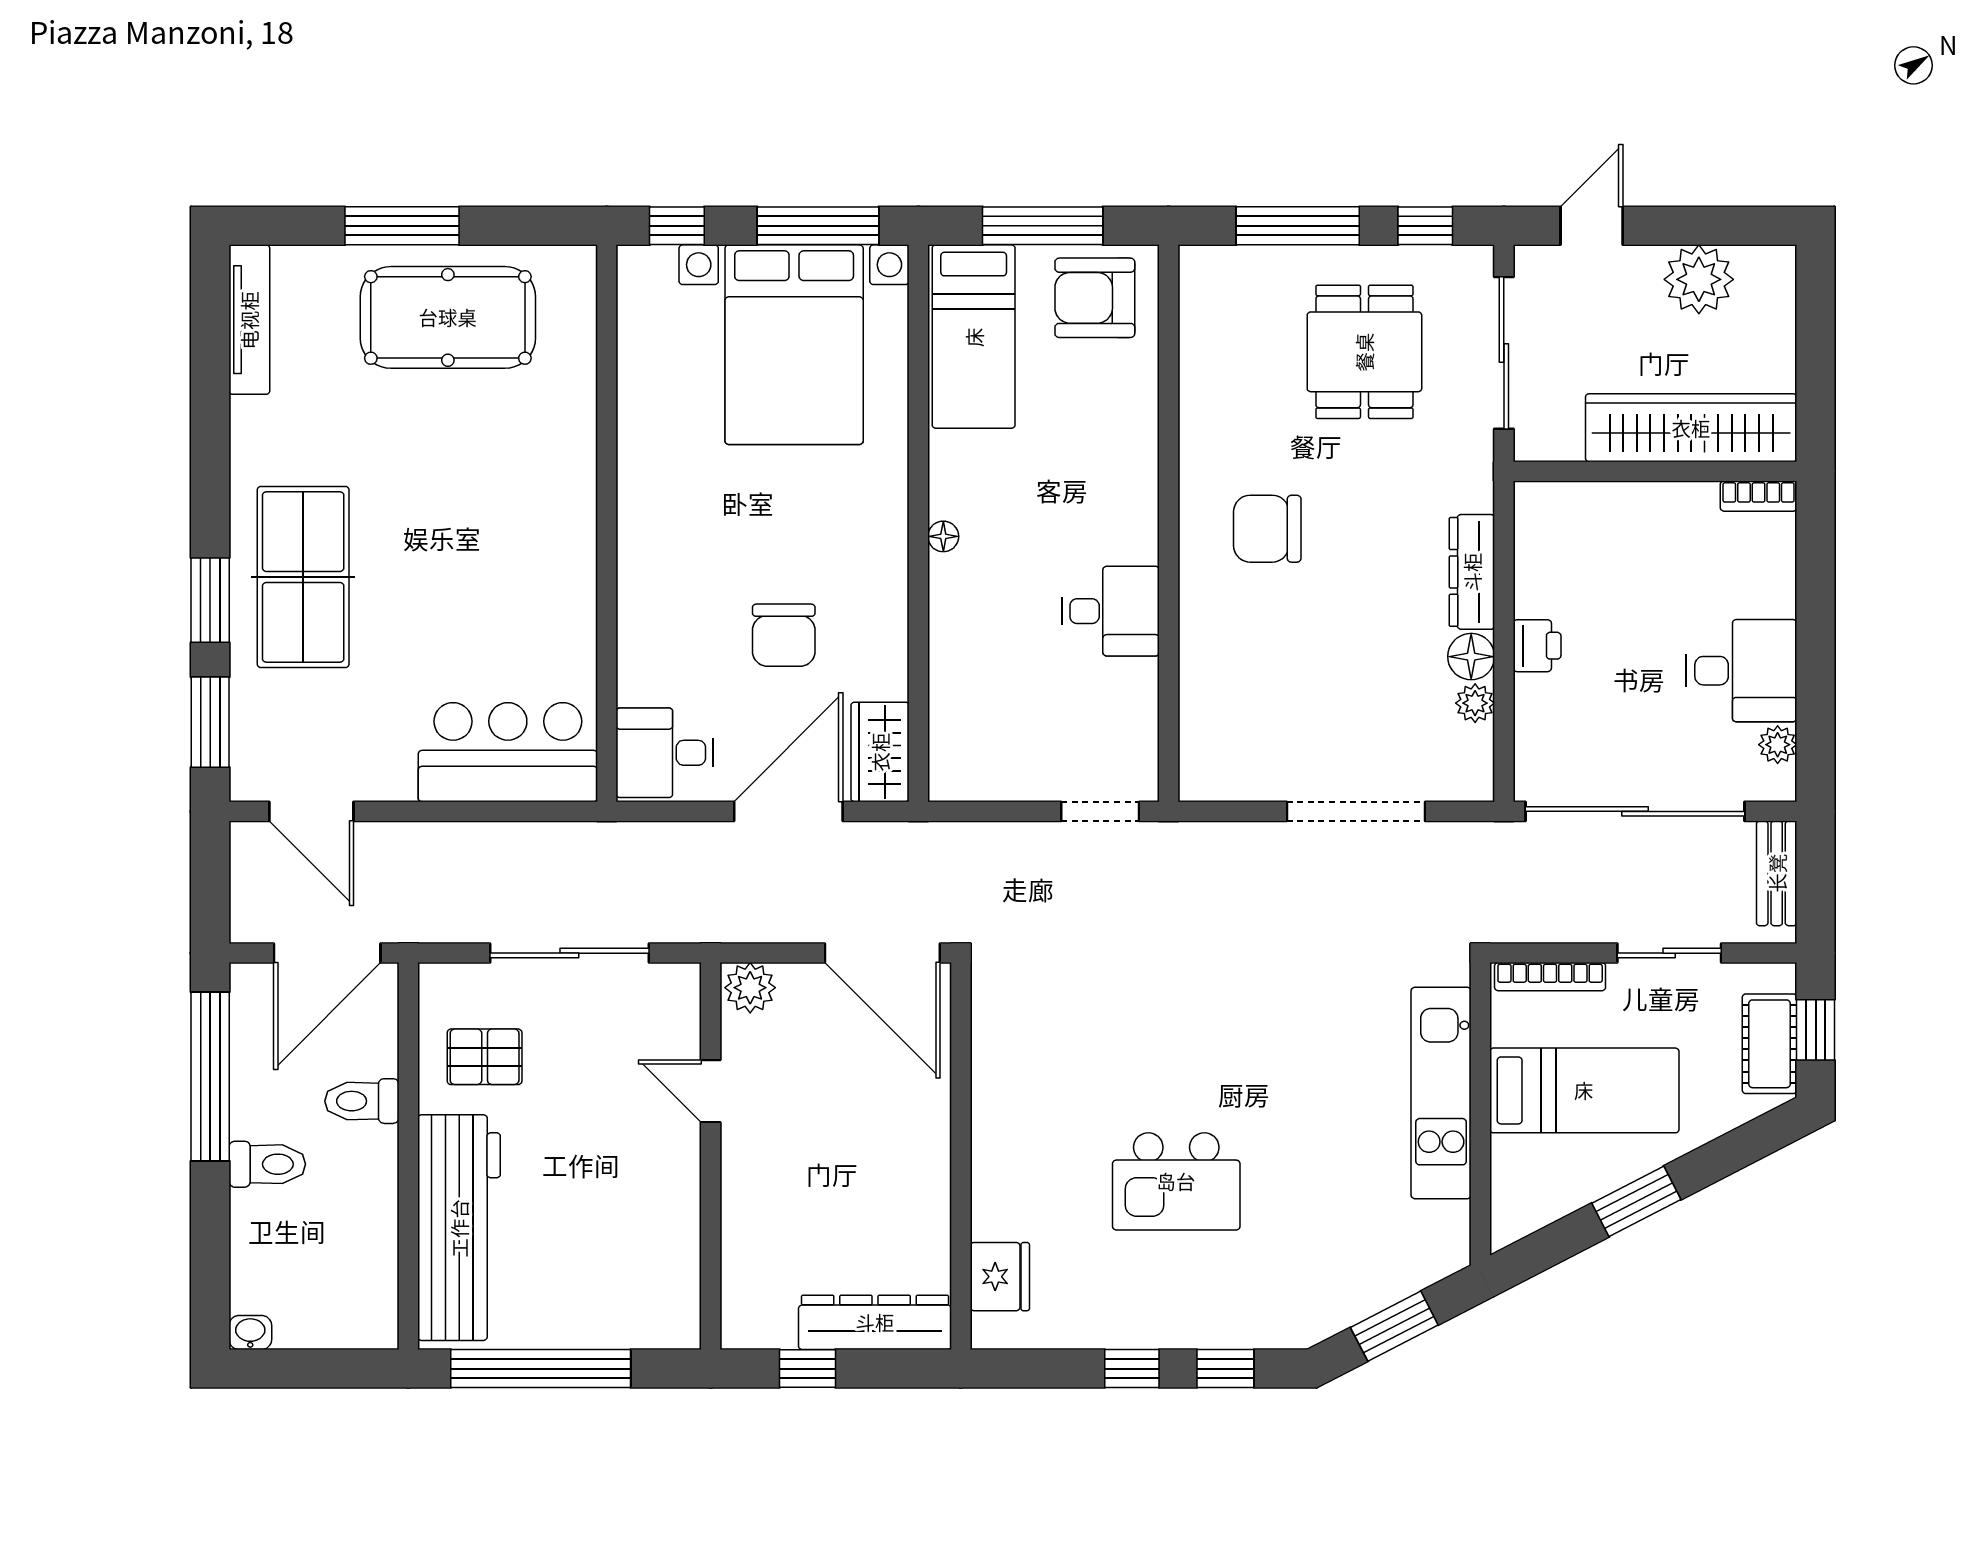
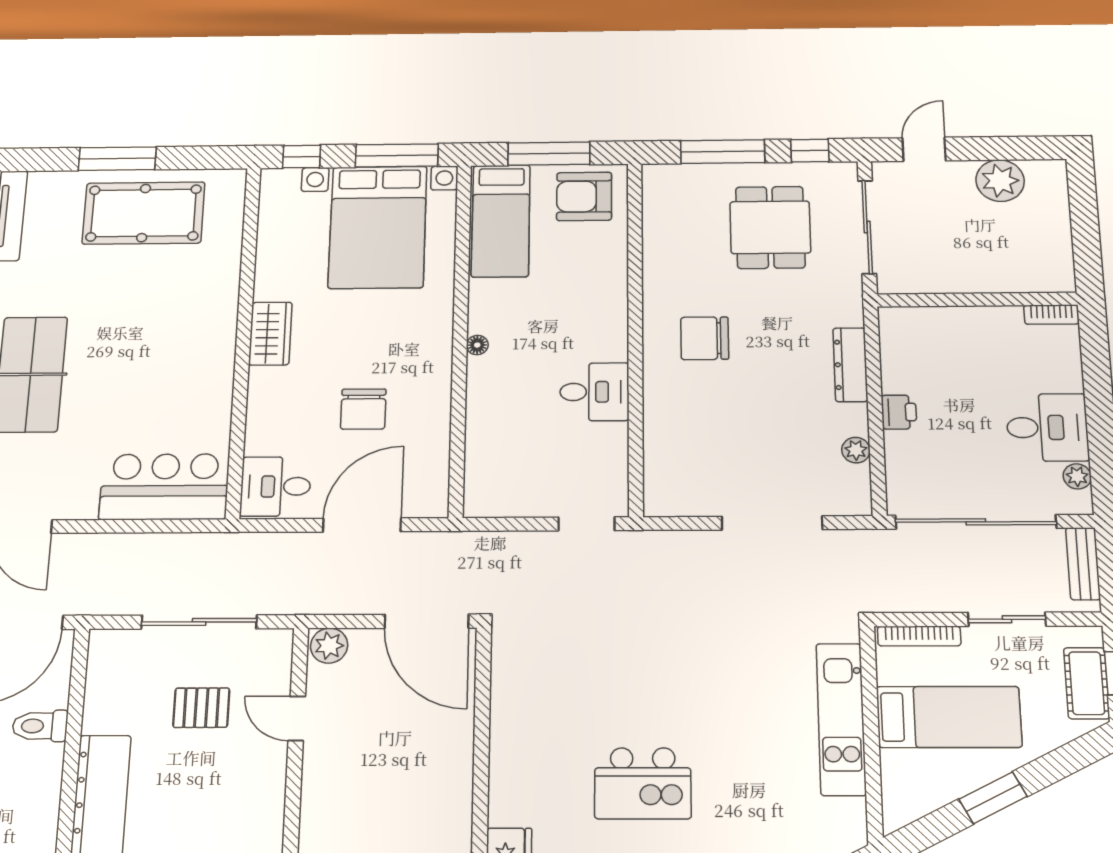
wardrobe: (1691, 428) -> (1001, 272), removed
floor lamp: (1471, 657) -> (852, 420), removed
wardrobe: (880, 752) -> (270, 334), moved, turned 180
pallet: (485, 1057) -> (201, 708), moved

